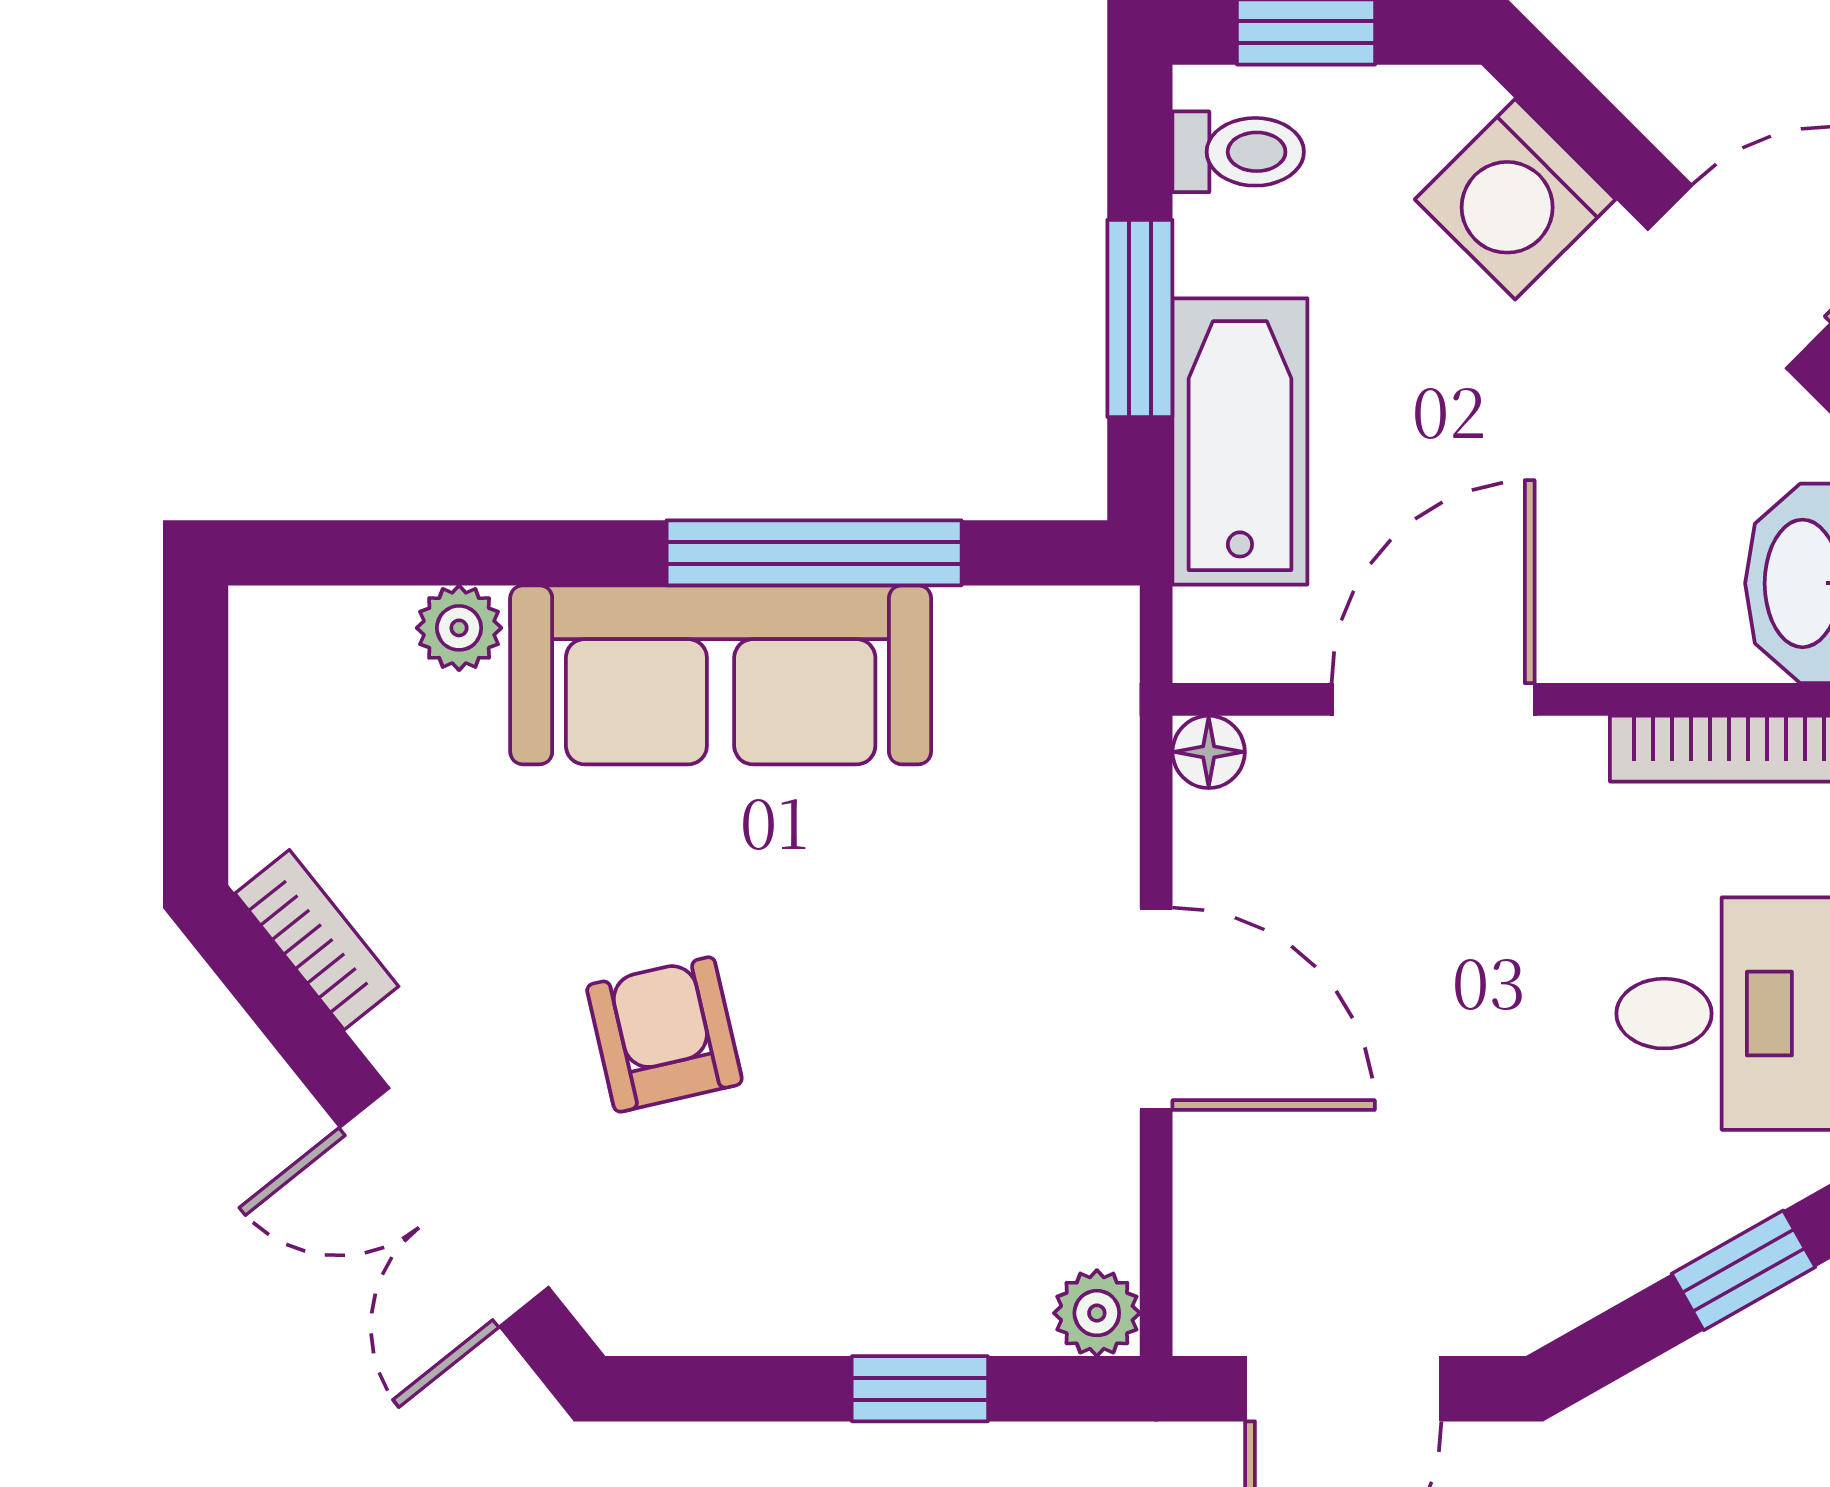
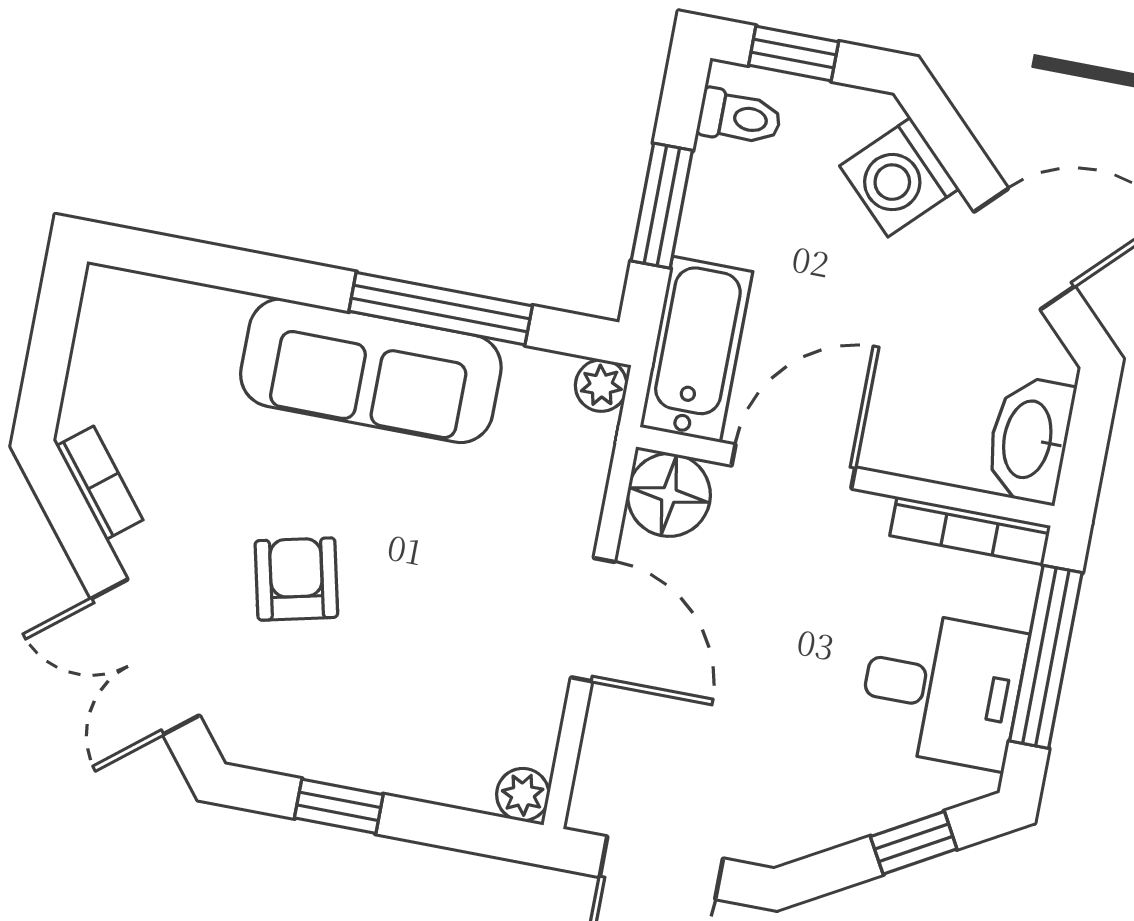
bathtub: (1240, 441) -> (696, 349), moved
plant: (459, 628) -> (601, 386), moved
floor lamp: (1209, 752) -> (669, 495), width x1.89, depth x1.89
window: (920, 1389) -> (339, 806), moved

